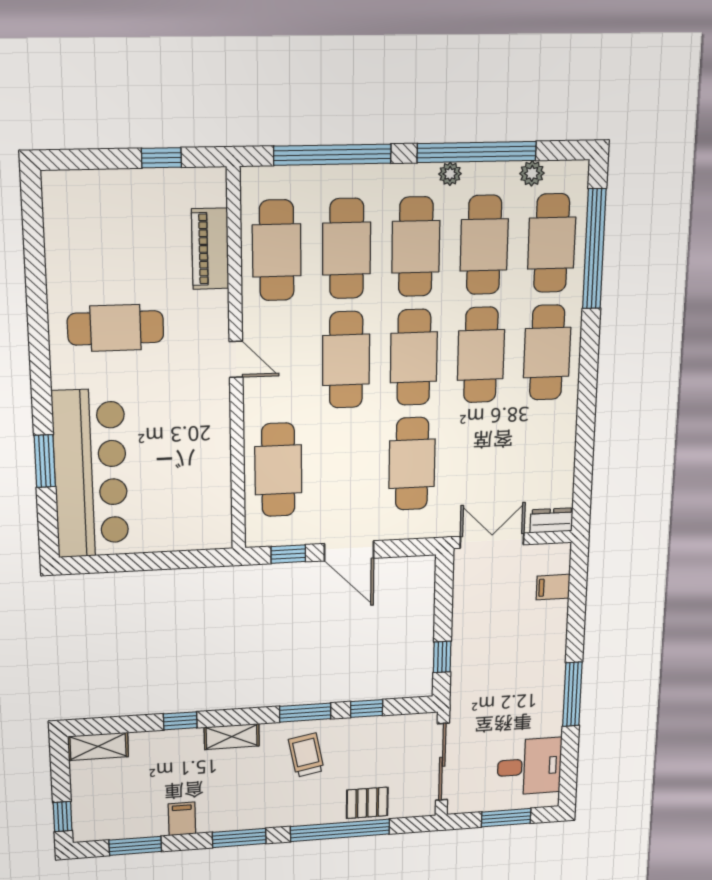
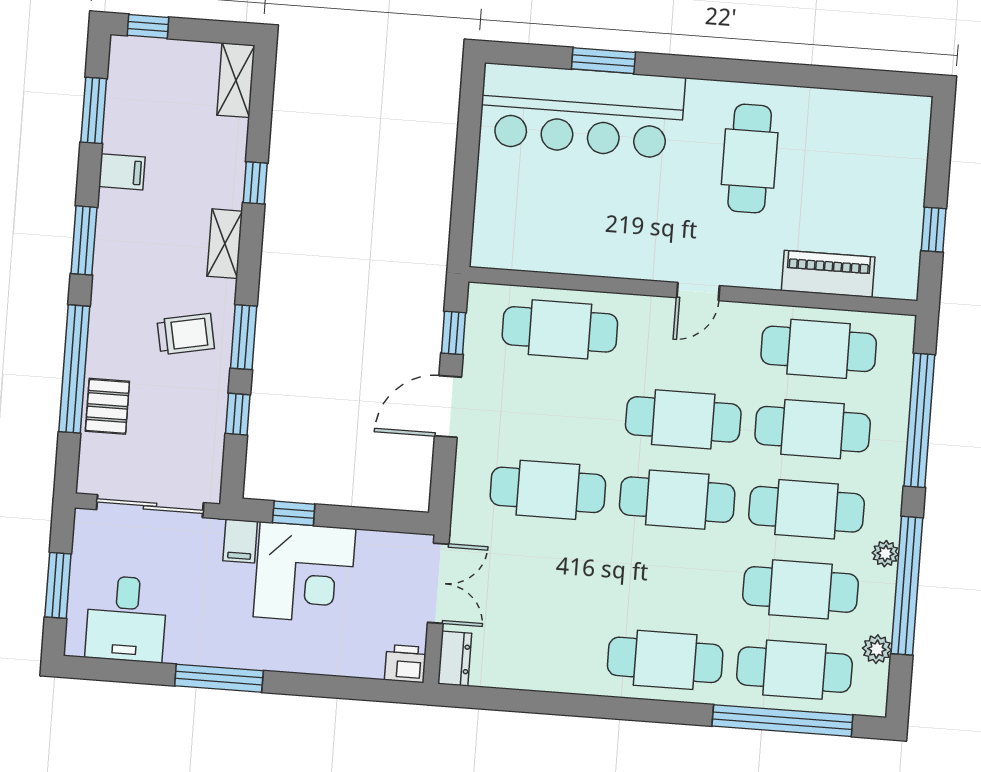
cafe table: (481, 355) -> (671, 580), removed
printer: (557, 558) -> (405, 664), added
filing cabinet: (553, 587) -> (240, 541), moved, turned 180
corner desk: (488, 643) -> (304, 573), added

